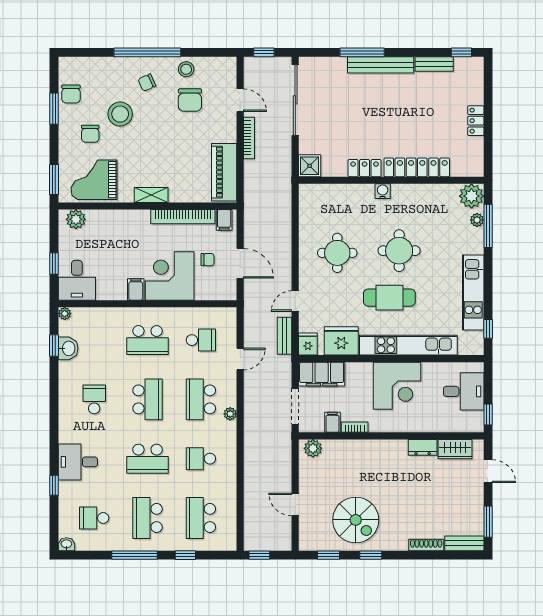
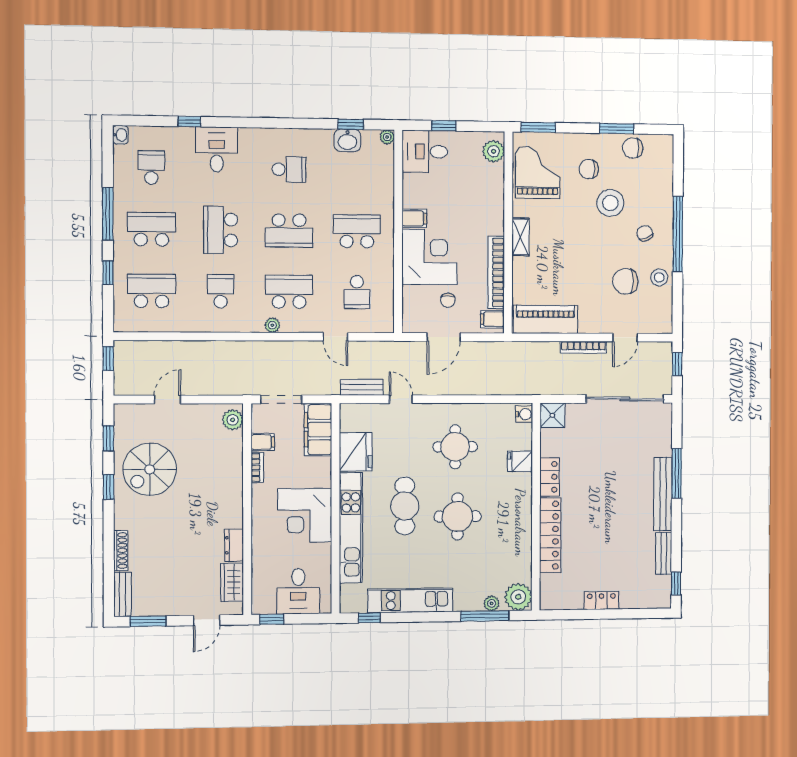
water cooler: (383, 191) -> (524, 414), moved
school desk: (148, 340) -> (357, 231), turned 90
fridge: (308, 344) -> (520, 461), moved, turned 180

